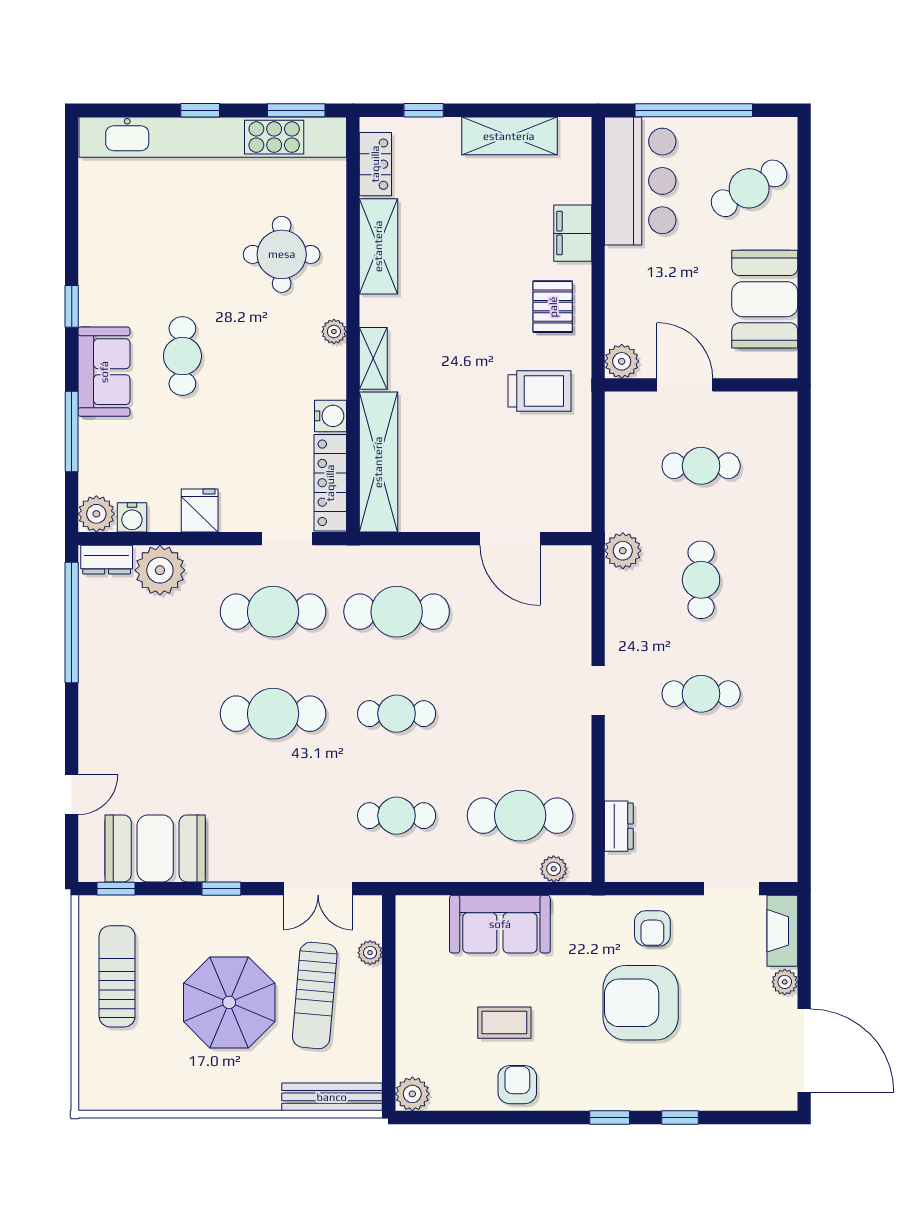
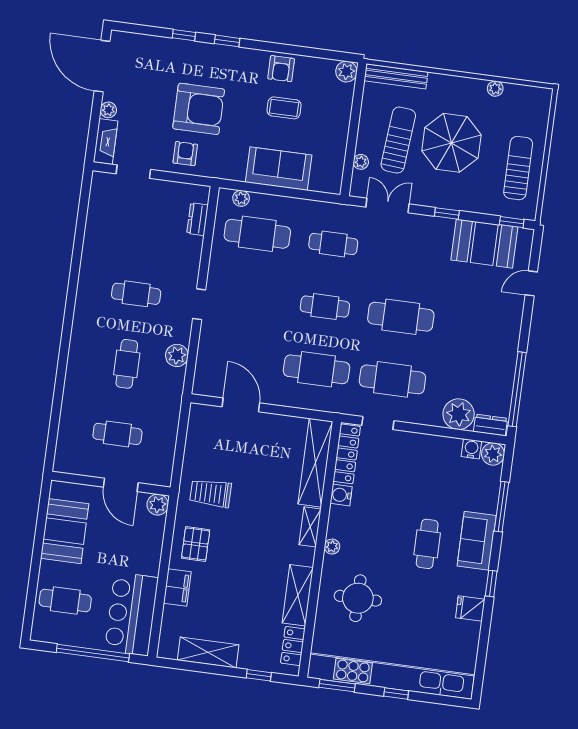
cafe table: (749, 188) -> (65, 601), turned 31
fridge: (200, 510) -> (470, 609), moved, turned 90
plant: (623, 551) -> (177, 355), moved
sun lounger: (117, 976) -> (518, 168), turned 180
plant: (171, 1098) -> (495, 89), added

